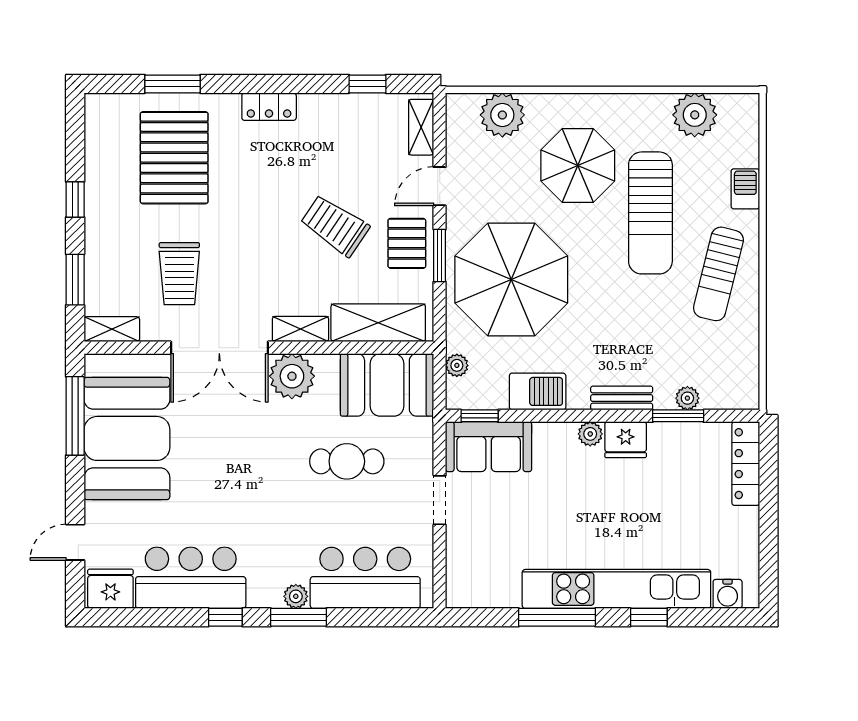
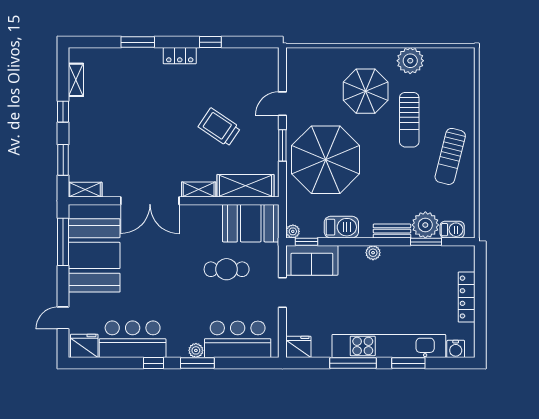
window: (173, 84) -> (138, 42), moved
window: (367, 84) -> (210, 42), moved
plant: (502, 115) -> (320, 61), removed
plant: (695, 115) -> (410, 61), moved
shelving: (421, 127) -> (76, 80), moved
pallet: (174, 158) -> (123, 86), removed
barbecue: (745, 189) -> (452, 230), moved, turned 90
sun lounger: (650, 213) -> (409, 120), width x0.73, depth x0.75
pallet: (407, 243) -> (263, 138), removed
trolley: (179, 274) -> (126, 156), removed
plant: (457, 365) -> (293, 231), moved
plant: (292, 376) -> (194, 218), removed
plant: (687, 398) -> (425, 225), width x1.87, depth x1.87
fridge: (626, 440) -> (298, 347), moved, turned 180
locker: (746, 464) -> (467, 297), moved
window: (649, 617) -> (408, 363), width x1.50

